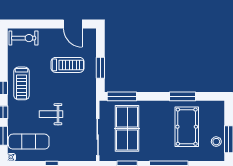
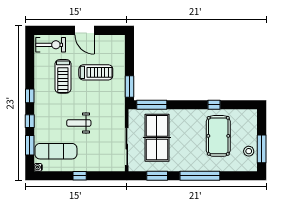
door: (73, 24) -> (84, 30), moved
window: (100, 68) -> (130, 87), moved
treadmill: (22, 83) -> (63, 76), moved
window: (182, 96) -> (214, 105), width x0.46

